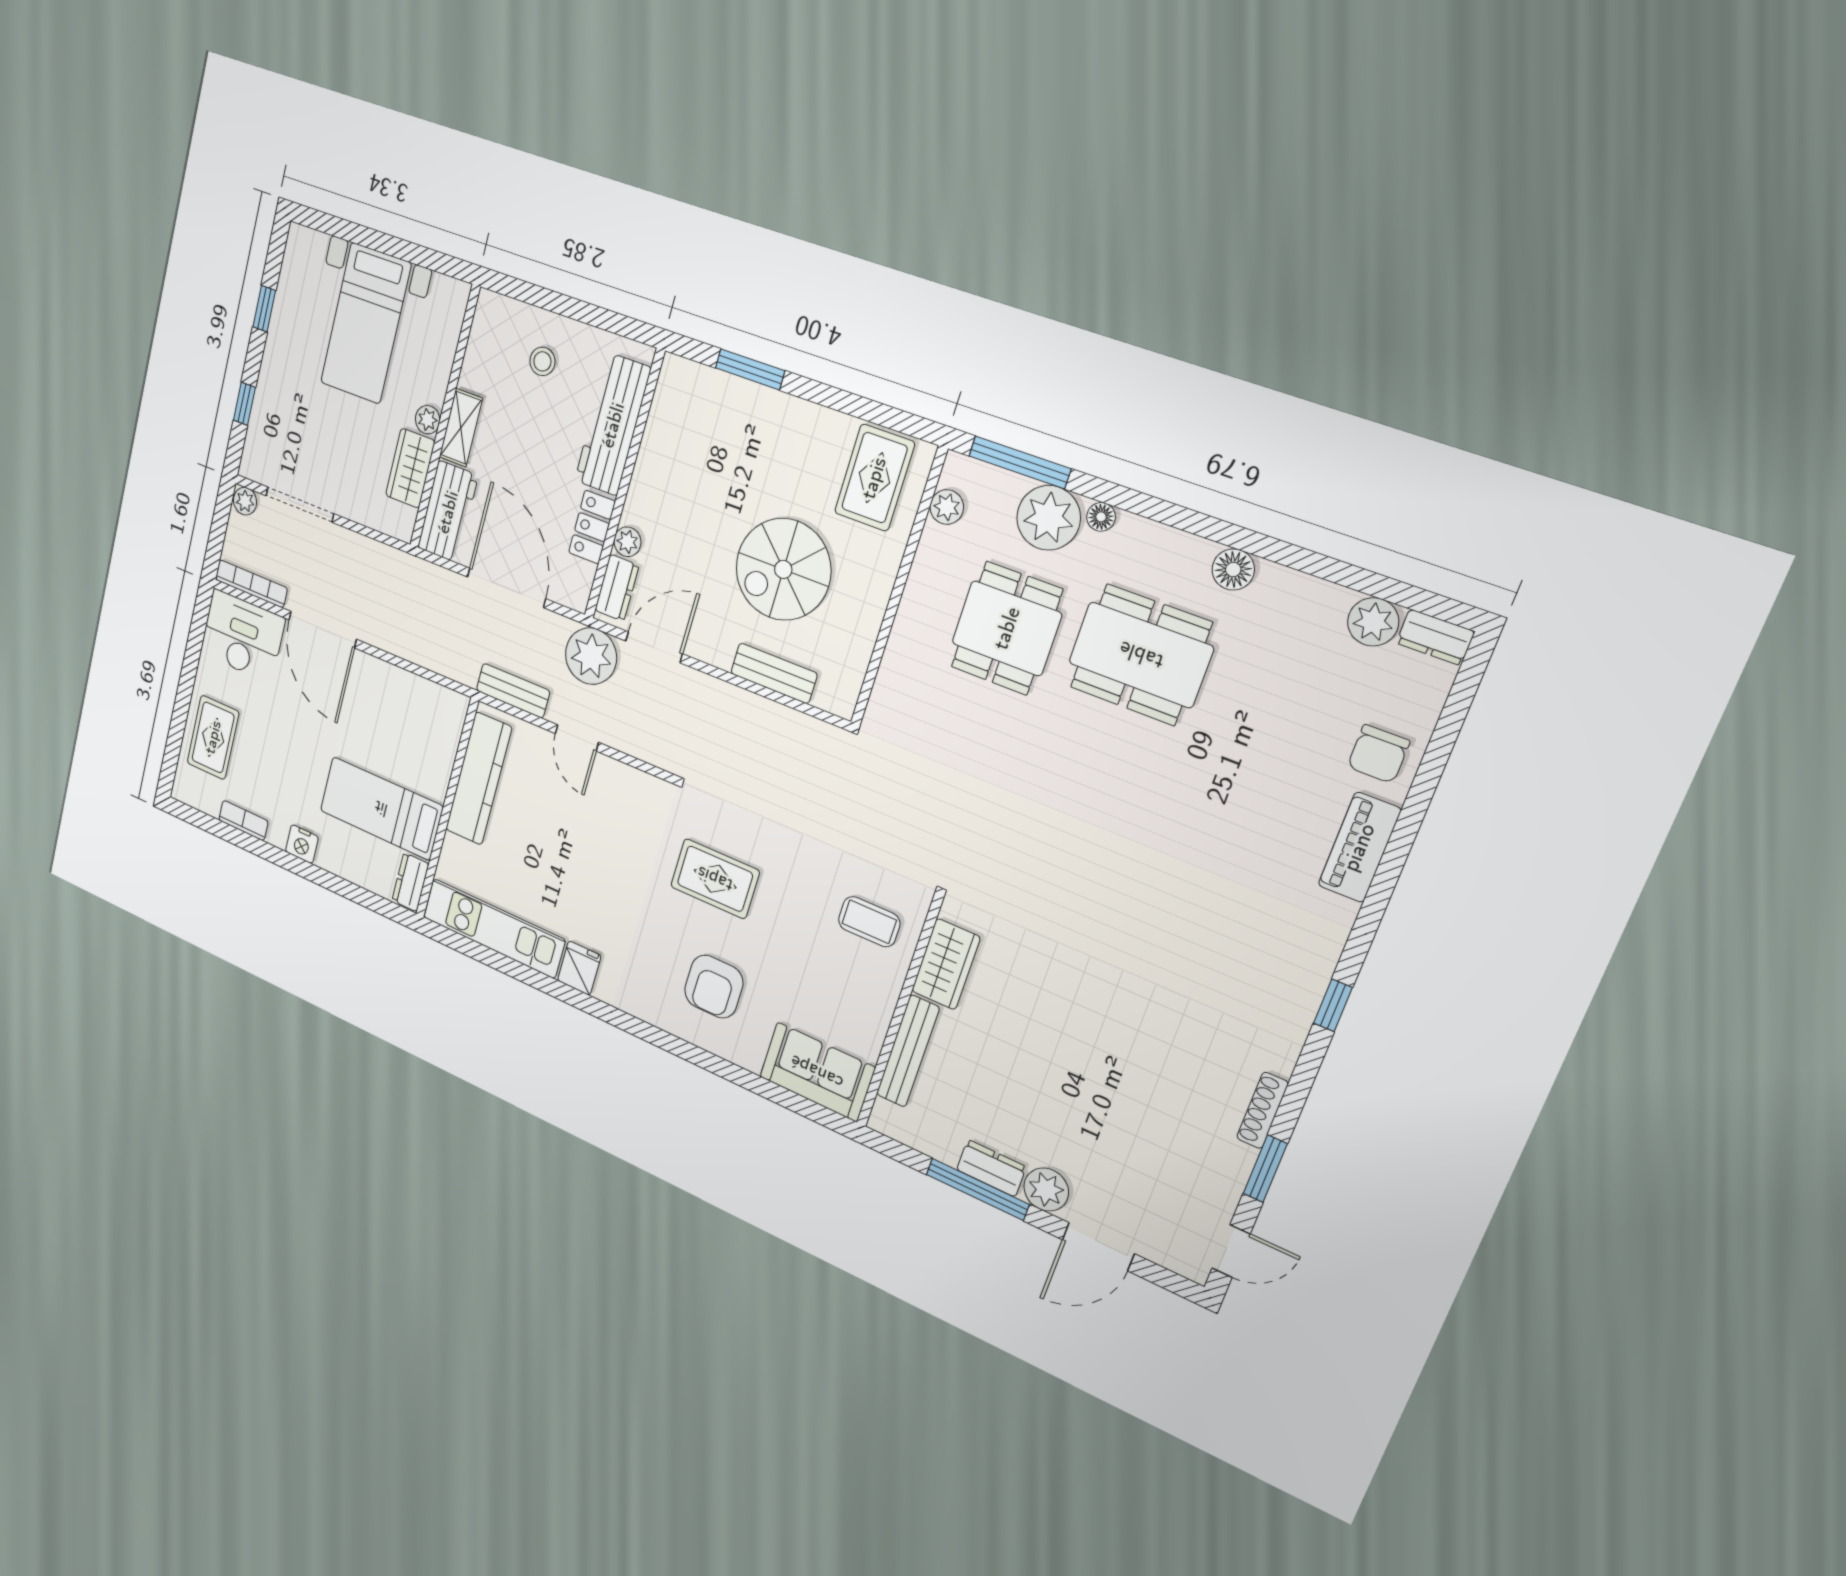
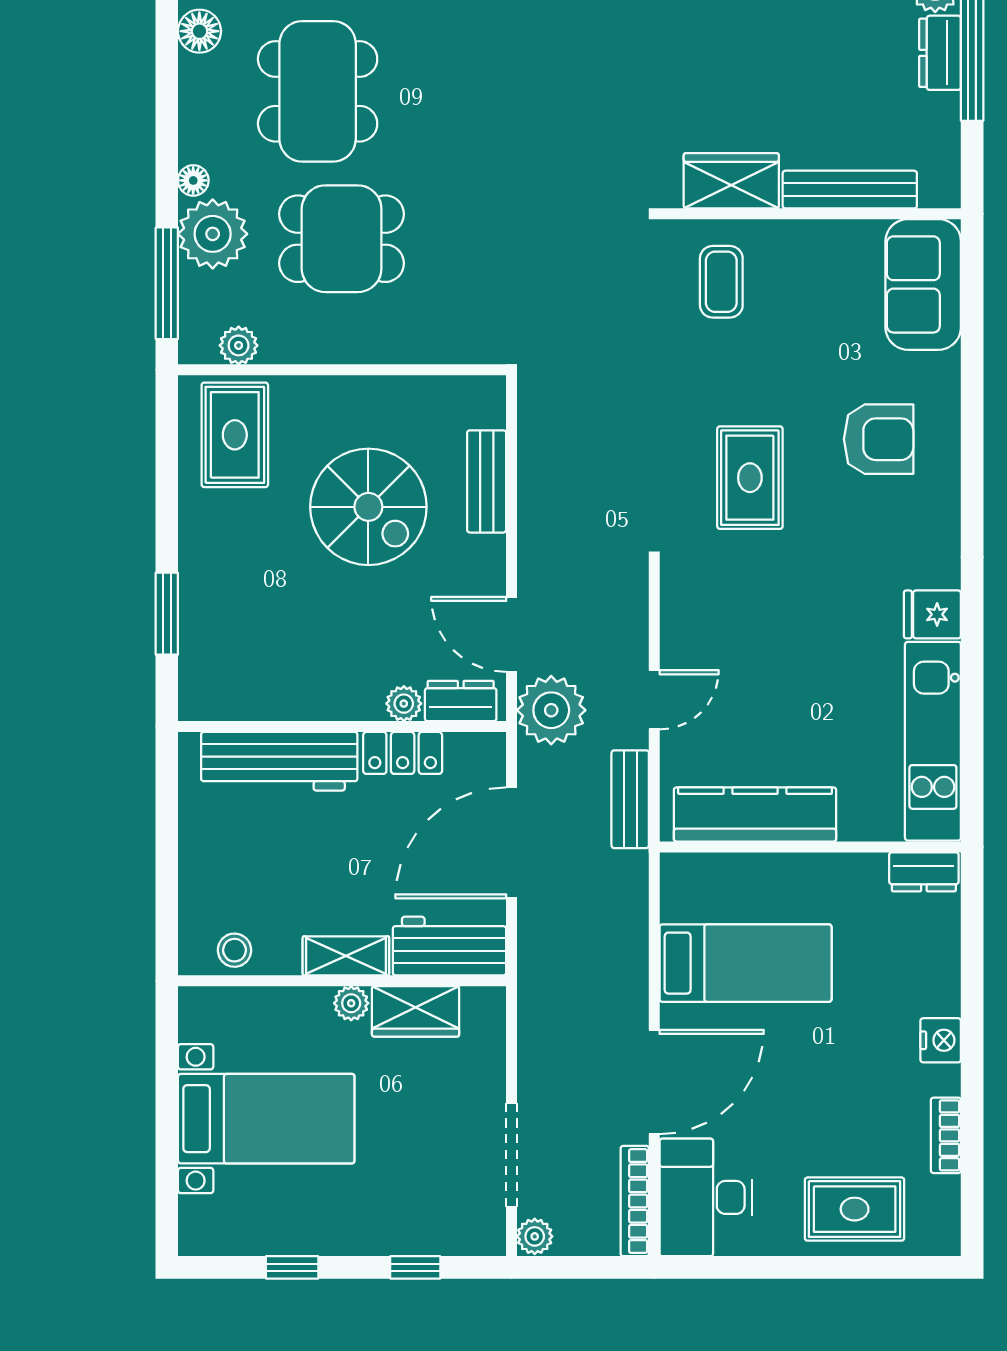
stool: (542, 361) -> (234, 950), moved
rug: (874, 478) -> (235, 435), turned 90
bed: (381, 808) -> (746, 963), moved, turned -90

